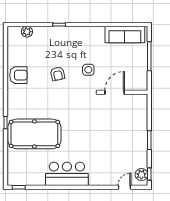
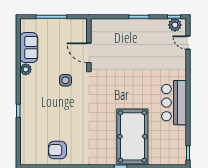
plant: (27, 32) -> (26, 69), moved
sofa: (125, 35) -> (29, 48), width x0.73
armchair: (58, 74) -> (70, 112), removed
armchair: (18, 75) -> (57, 150), moved, turned -90

